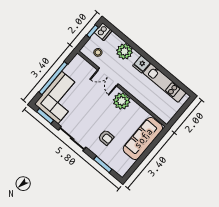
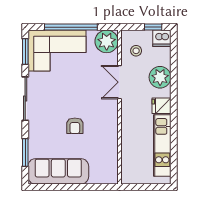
plant: (122, 101) -> (107, 41), moved
armchair: (106, 138) -> (75, 126), moved
sofa: (143, 138) -> (58, 171), moved

